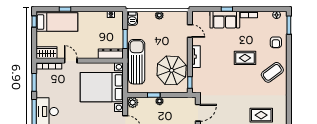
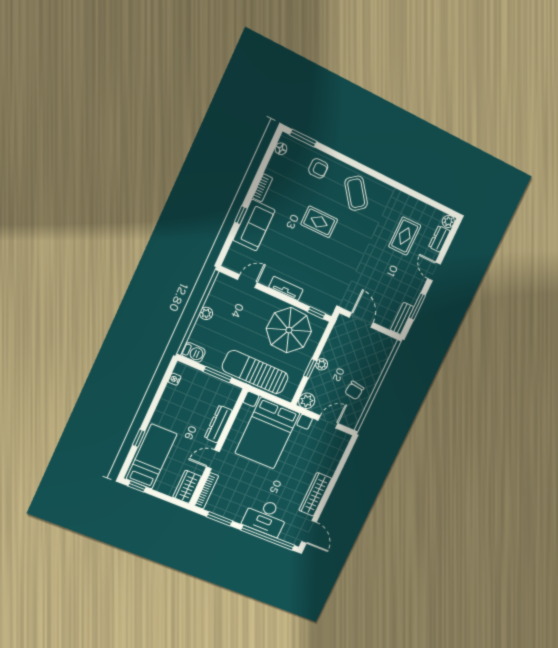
dresser: (111, 54) -> (218, 424), moved
rug: (245, 58) -> (319, 222), turned 90

